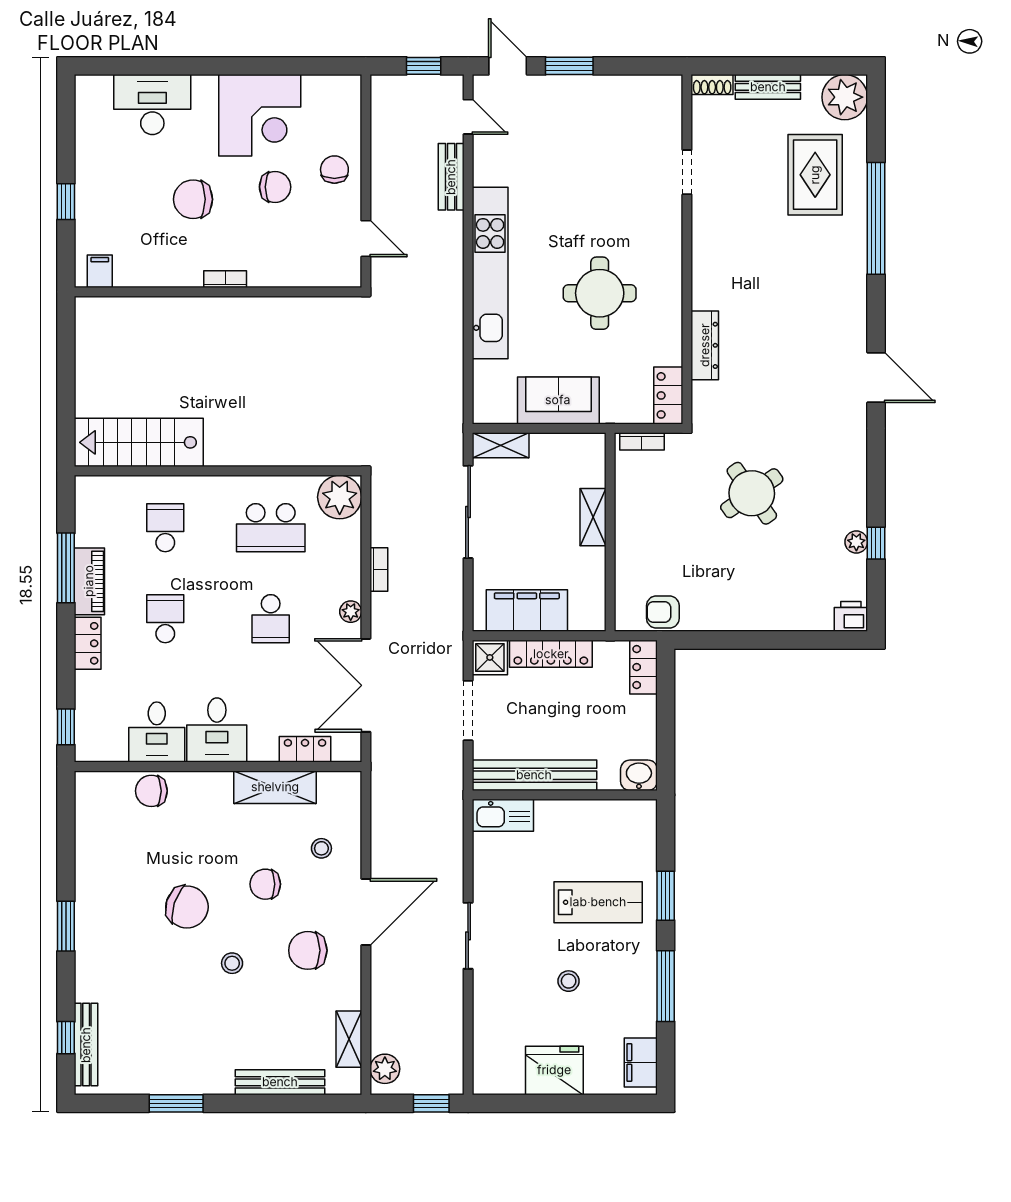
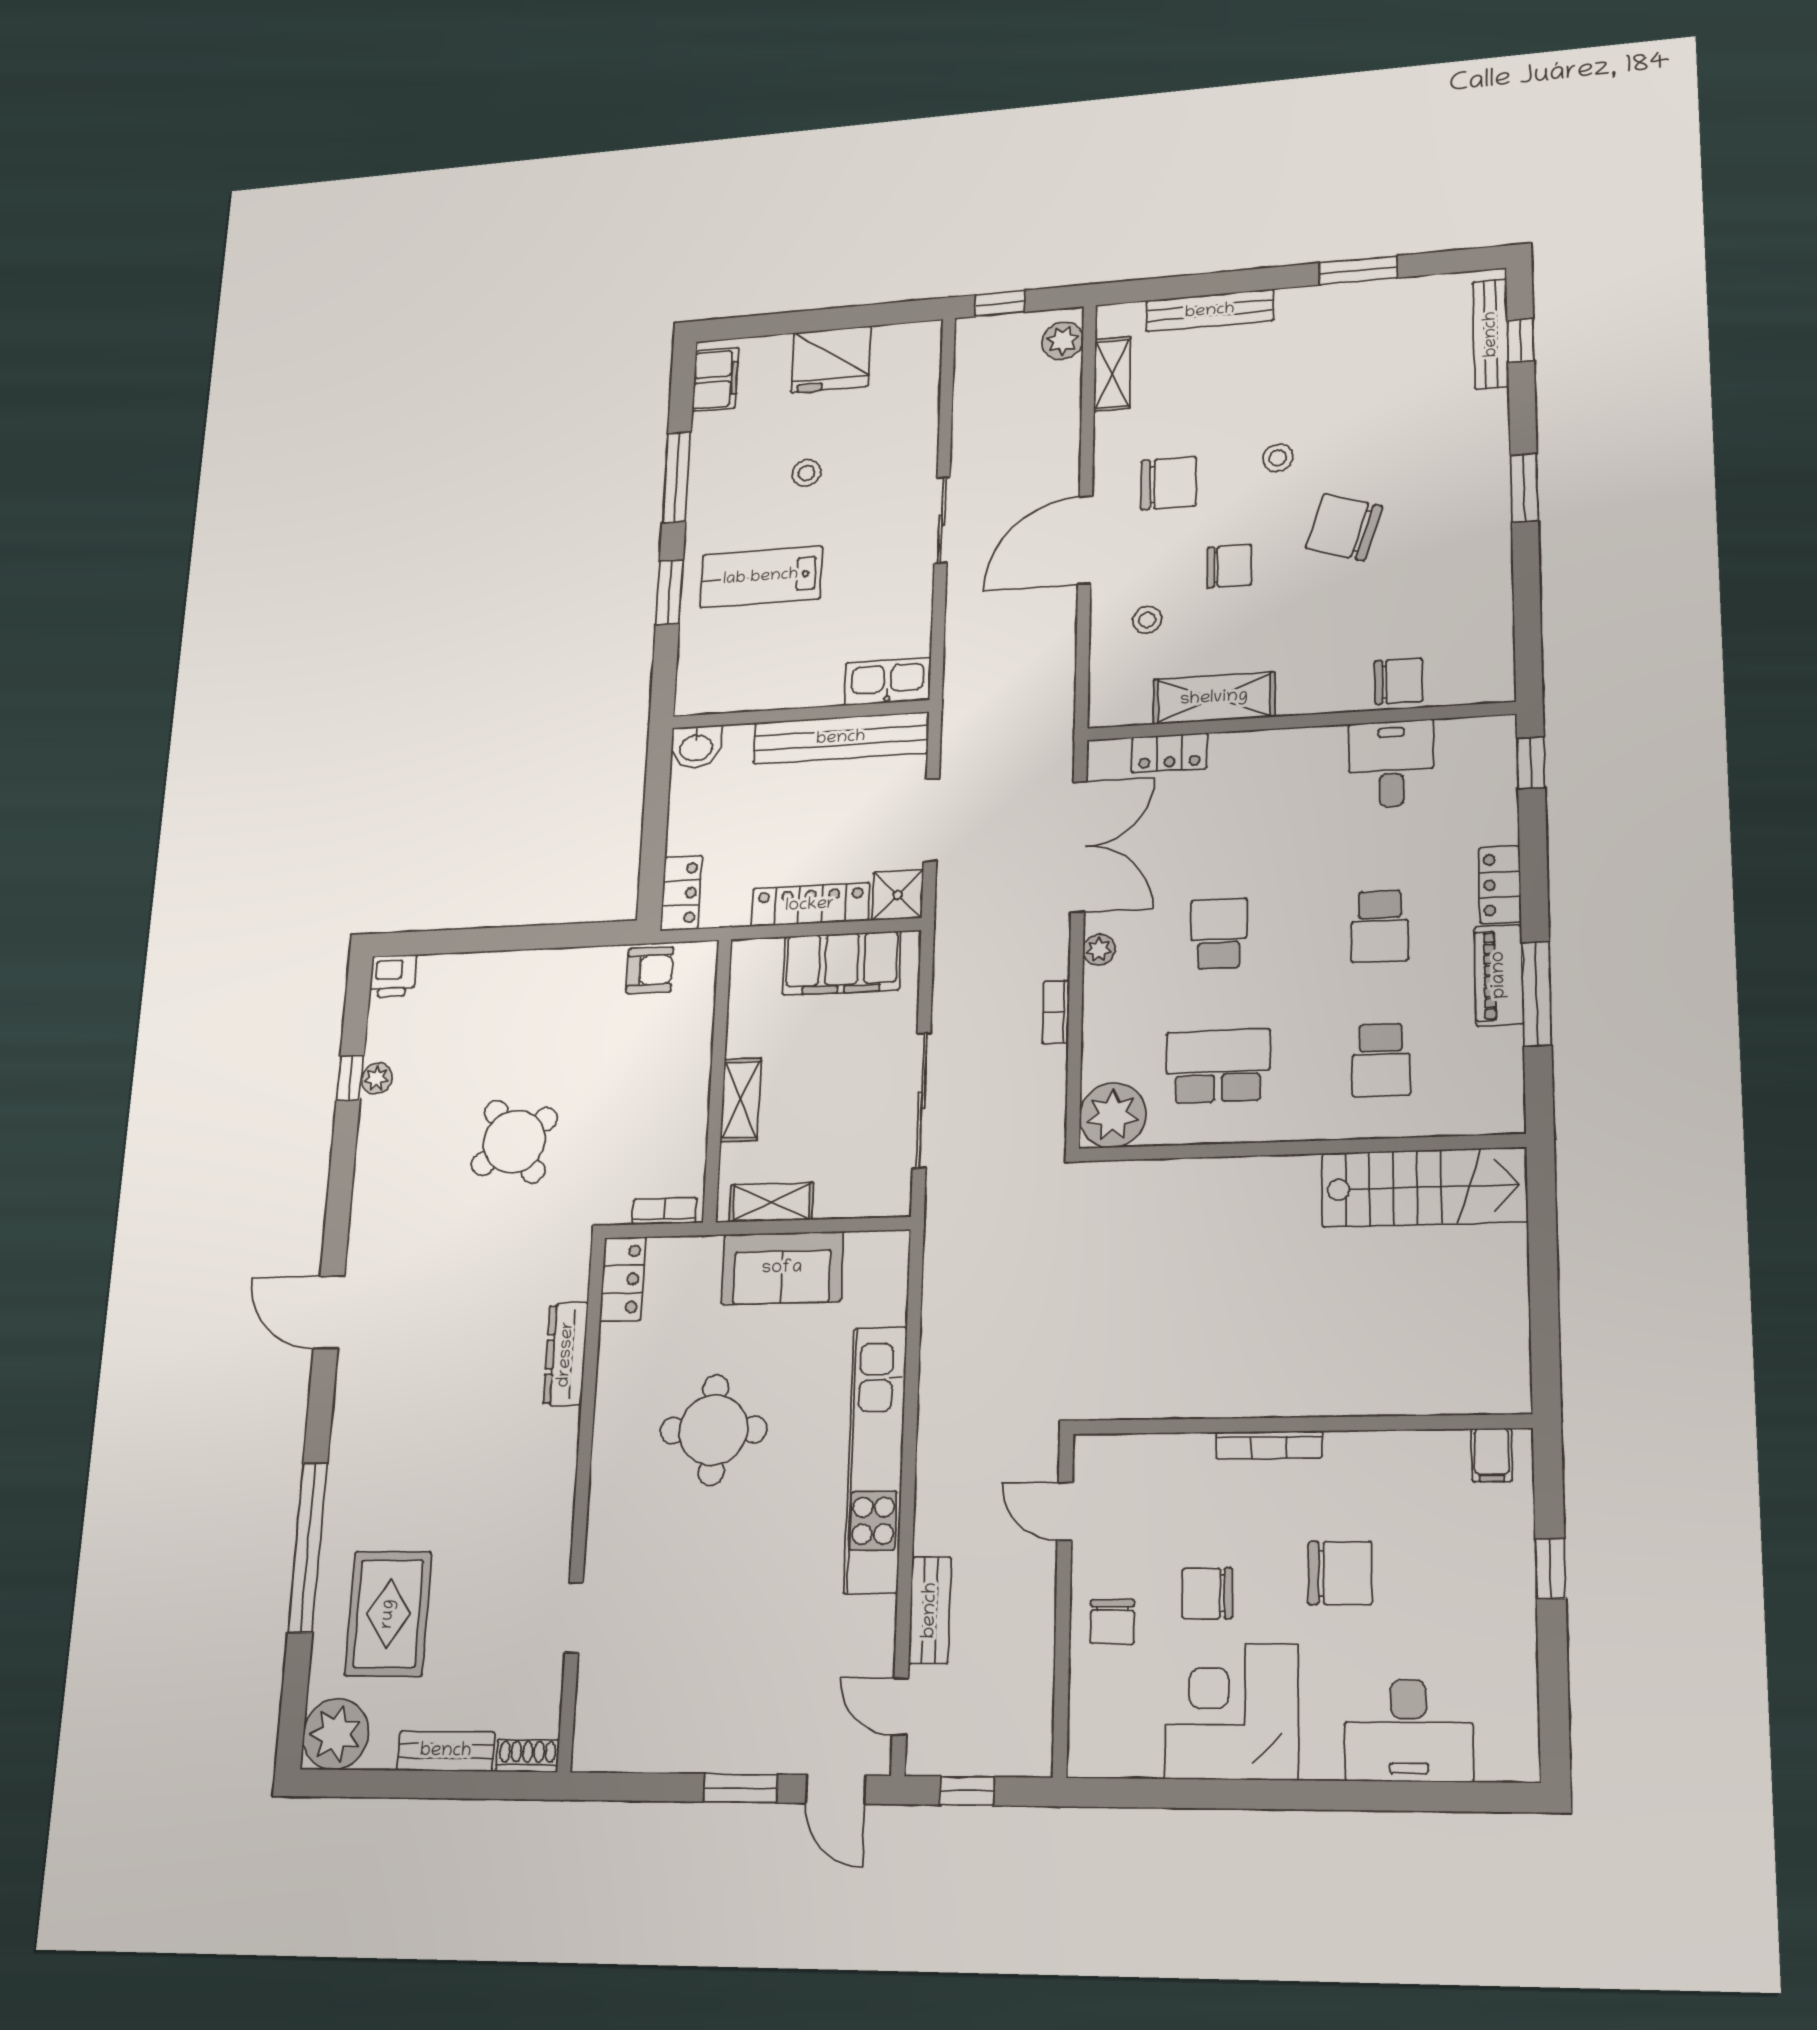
bookcase: (225, 279) -> (1269, 1445), width x1.56
shelving: (501, 445) -> (771, 1202), moved
desk: (217, 730) -> (1300, 772), removed

